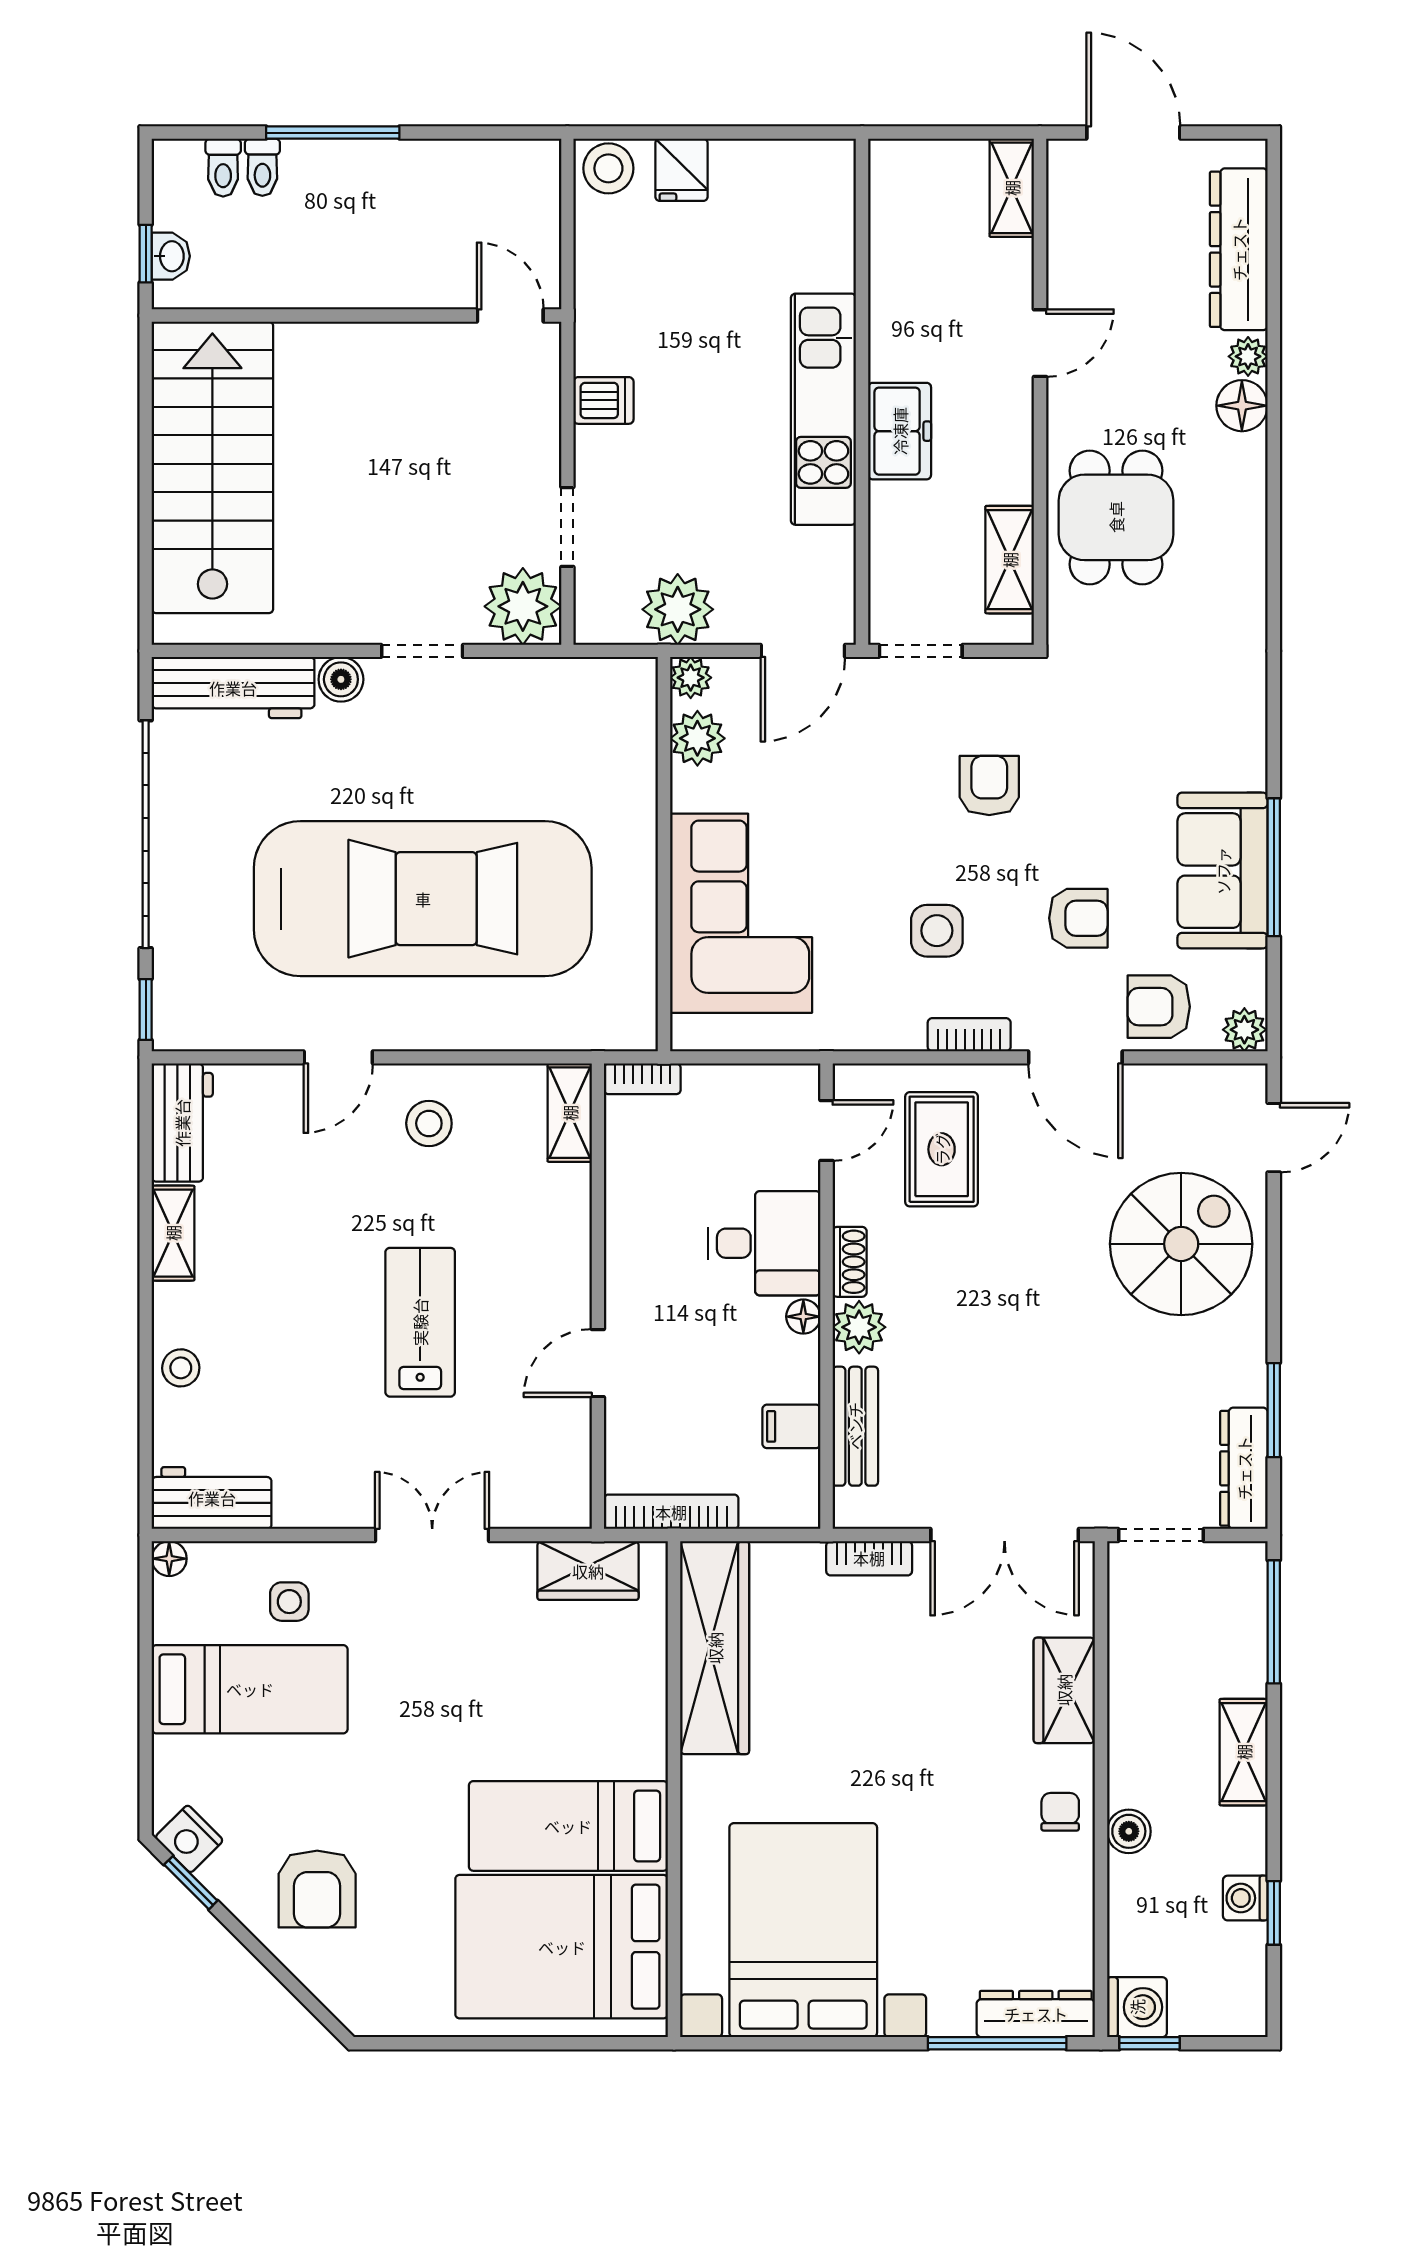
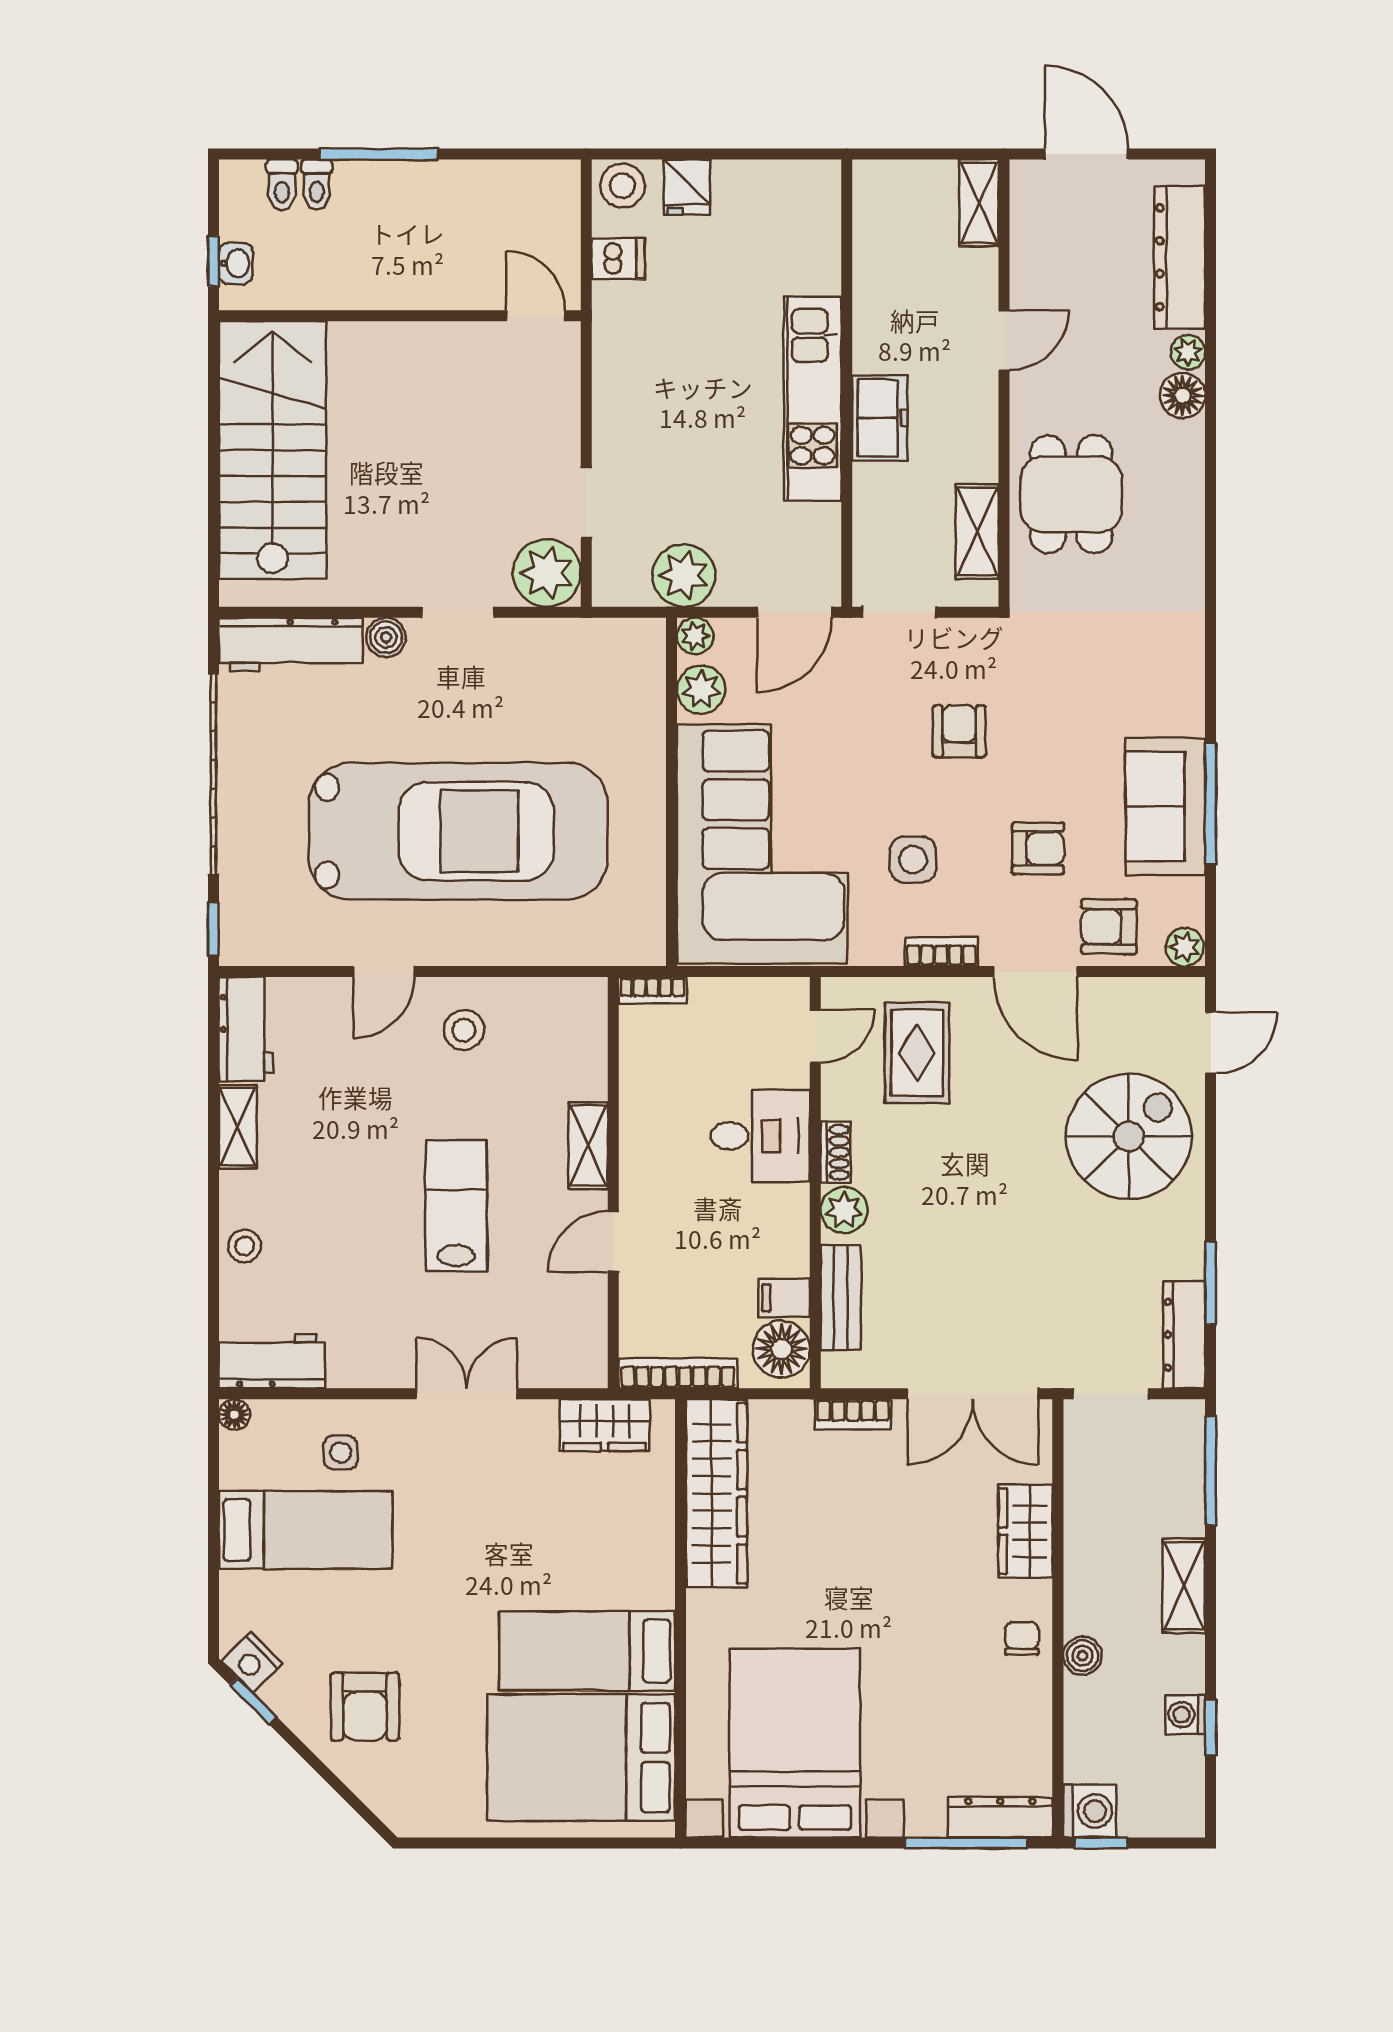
dishwasher: (603, 400) -> (618, 259), moved
corner sofa: (741, 913) -> (762, 844), width x1.36, depth x1.36
shelving: (570, 1113) -> (588, 1146), moved
floor lamp: (803, 1317) -> (781, 1349), moved, width x1.89, depth x1.89

